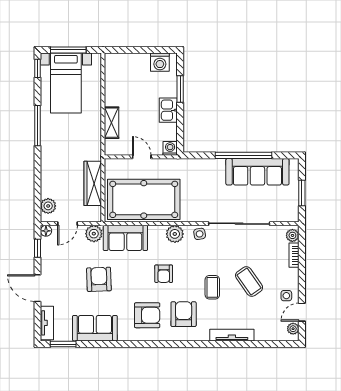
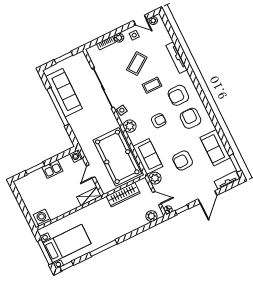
washing machine: (160, 62) -> (42, 218), moved, turned -90
shelving: (111, 123) -> (89, 196), moved
plant: (292, 235) -> (119, 38), moved

